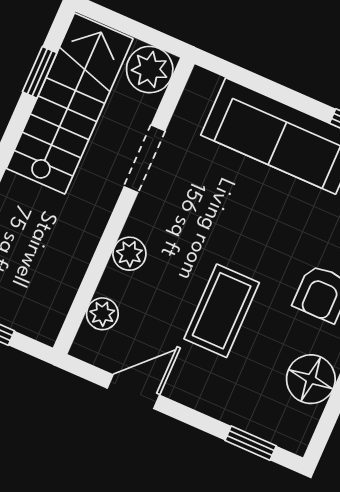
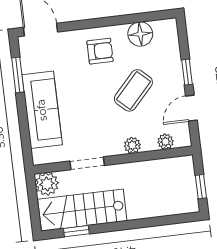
coffee table: (222, 311) -> (133, 90), turned -47
door: (133, 392) -> (191, 108), hinge flipped
window: (251, 443) -> (187, 72), moved

